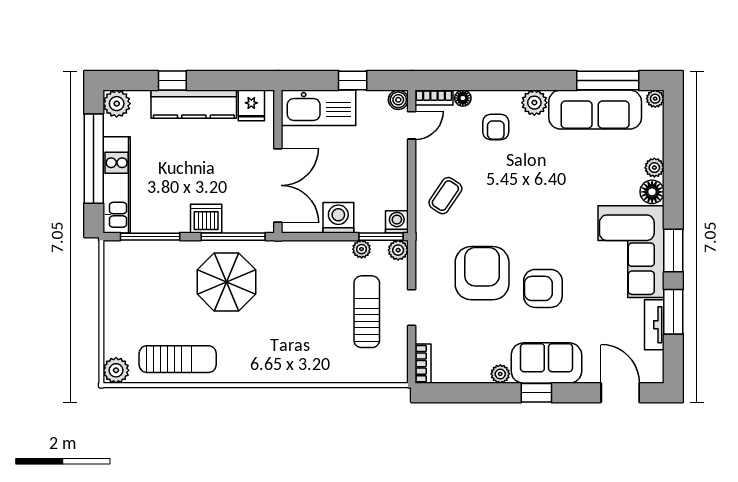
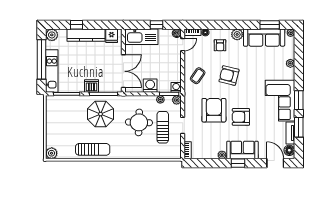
window: (608, 81) -> (270, 25), width x0.69
floor lamp: (652, 192) -> (289, 150), moved
armchair: (516, 195) -> (229, 75), added
round table: (313, 301) -> (139, 122), added
sun lounger: (178, 359) -> (93, 149), moved

